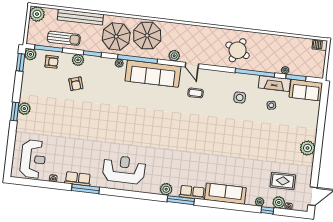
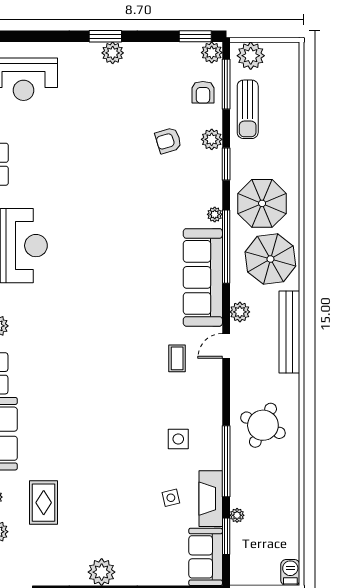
plant: (37, 14) -> (251, 56), moved
bench: (80, 17) -> (289, 332), moved
rug: (283, 181) -> (44, 503), moved

